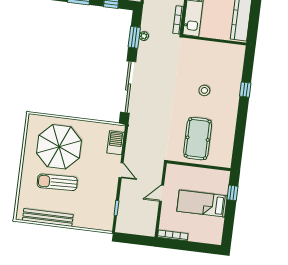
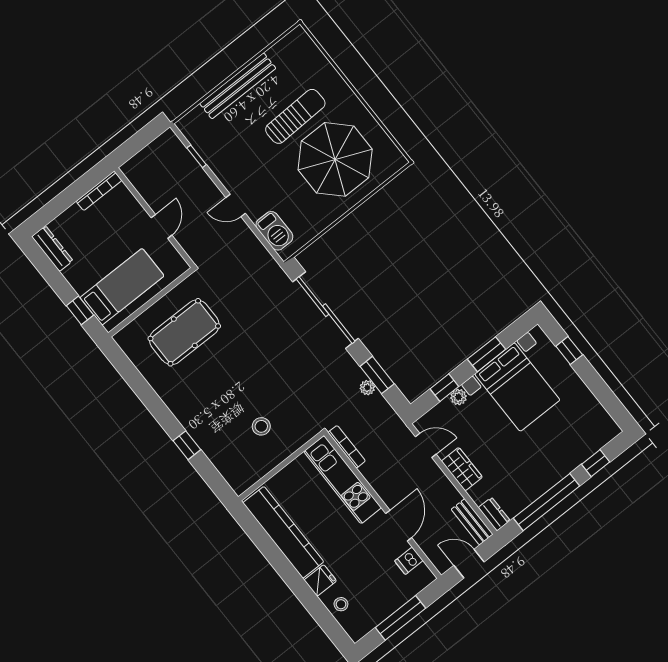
stool: (204, 90) -> (261, 426), moved
pool table: (198, 139) -> (184, 332), turned 90
bed: (202, 203) -> (122, 287), moved
bench: (48, 218) -> (238, 86), moved
dresser: (217, 231) -> (52, 249), added

